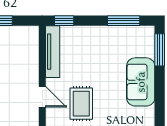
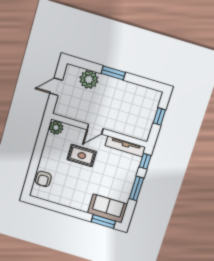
window: (124, 21) -> (136, 188), moved
sofa: (141, 82) -> (107, 208), moved

